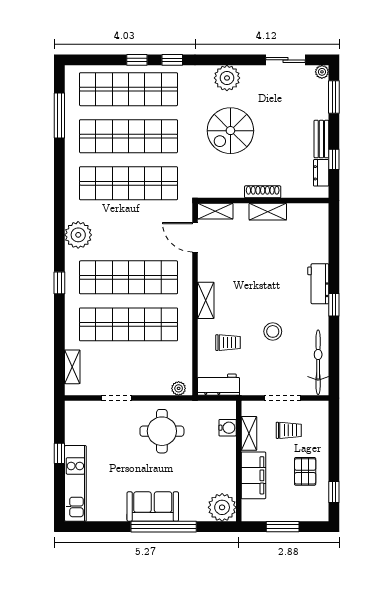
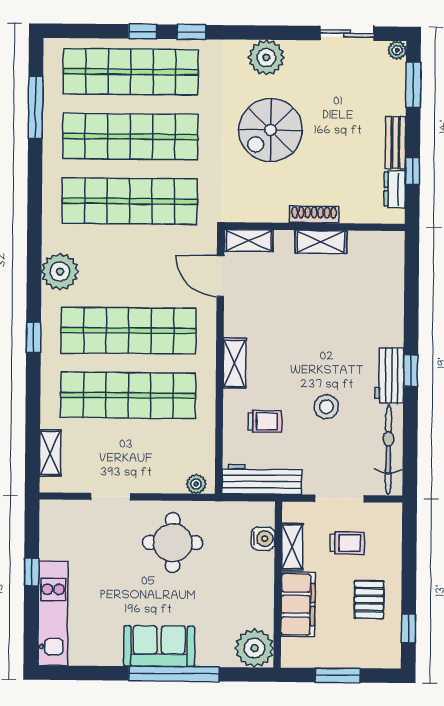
workbench: (318, 284) -> (389, 375), moved
workbench: (219, 385) -> (262, 479), width x1.37

